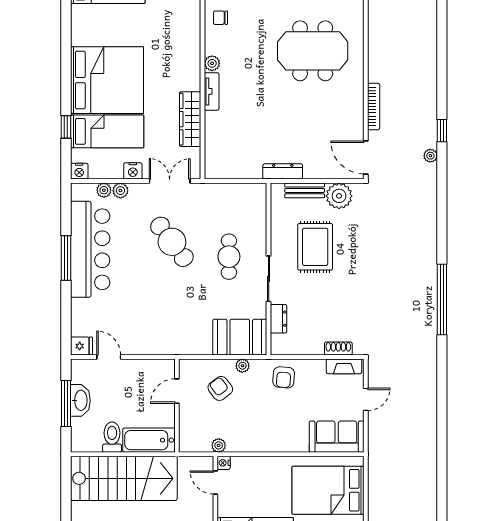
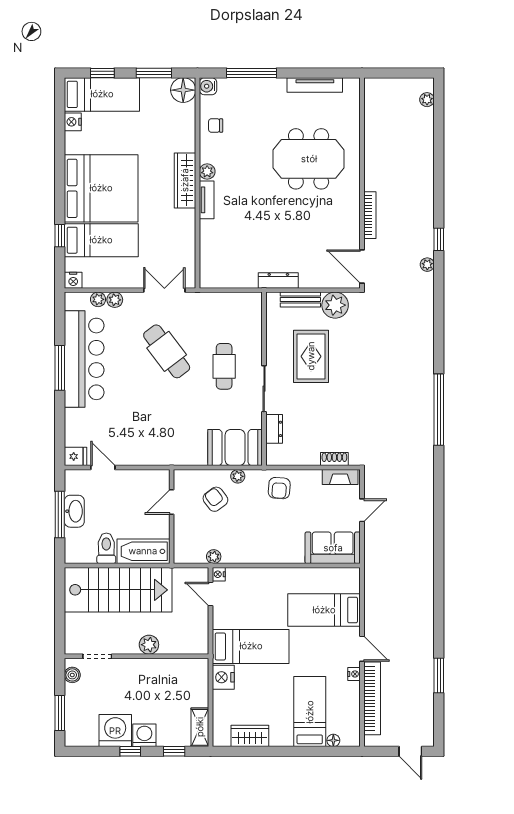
wardrobe: (190, 119) -> (185, 180), moved
nightstand: (133, 171) -> (73, 122), moved, turned 90
bed: (328, 490) -> (324, 610), width x0.67

